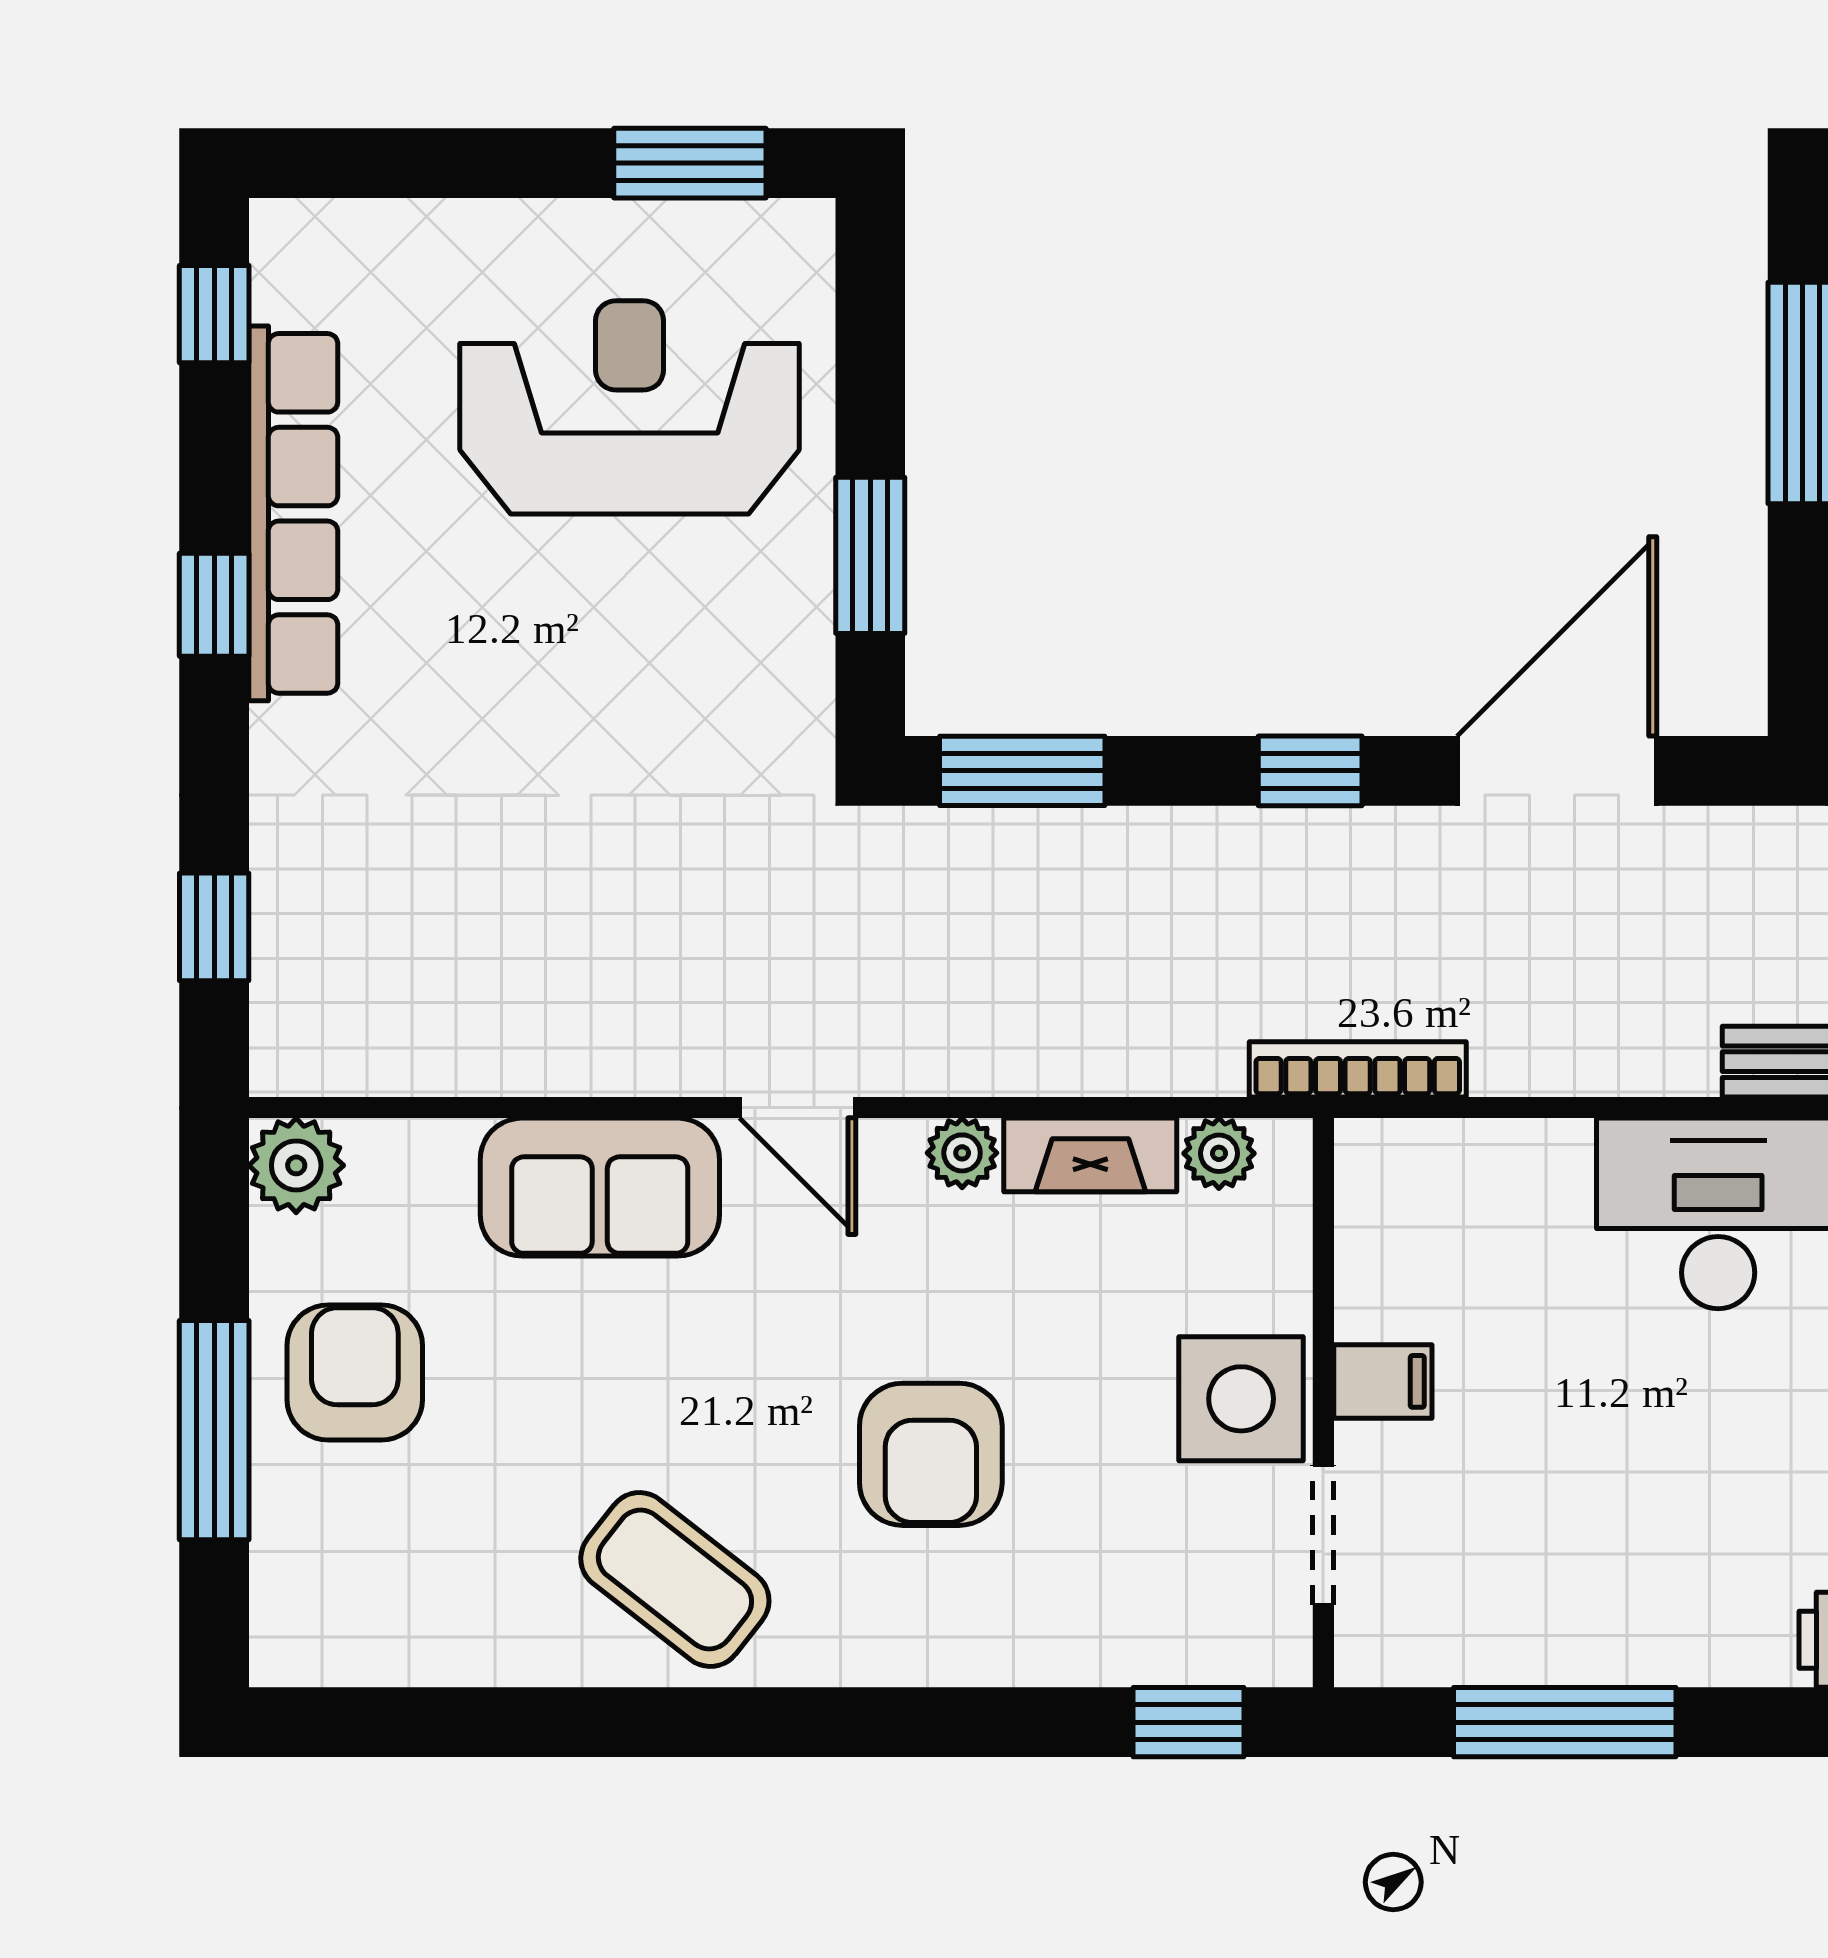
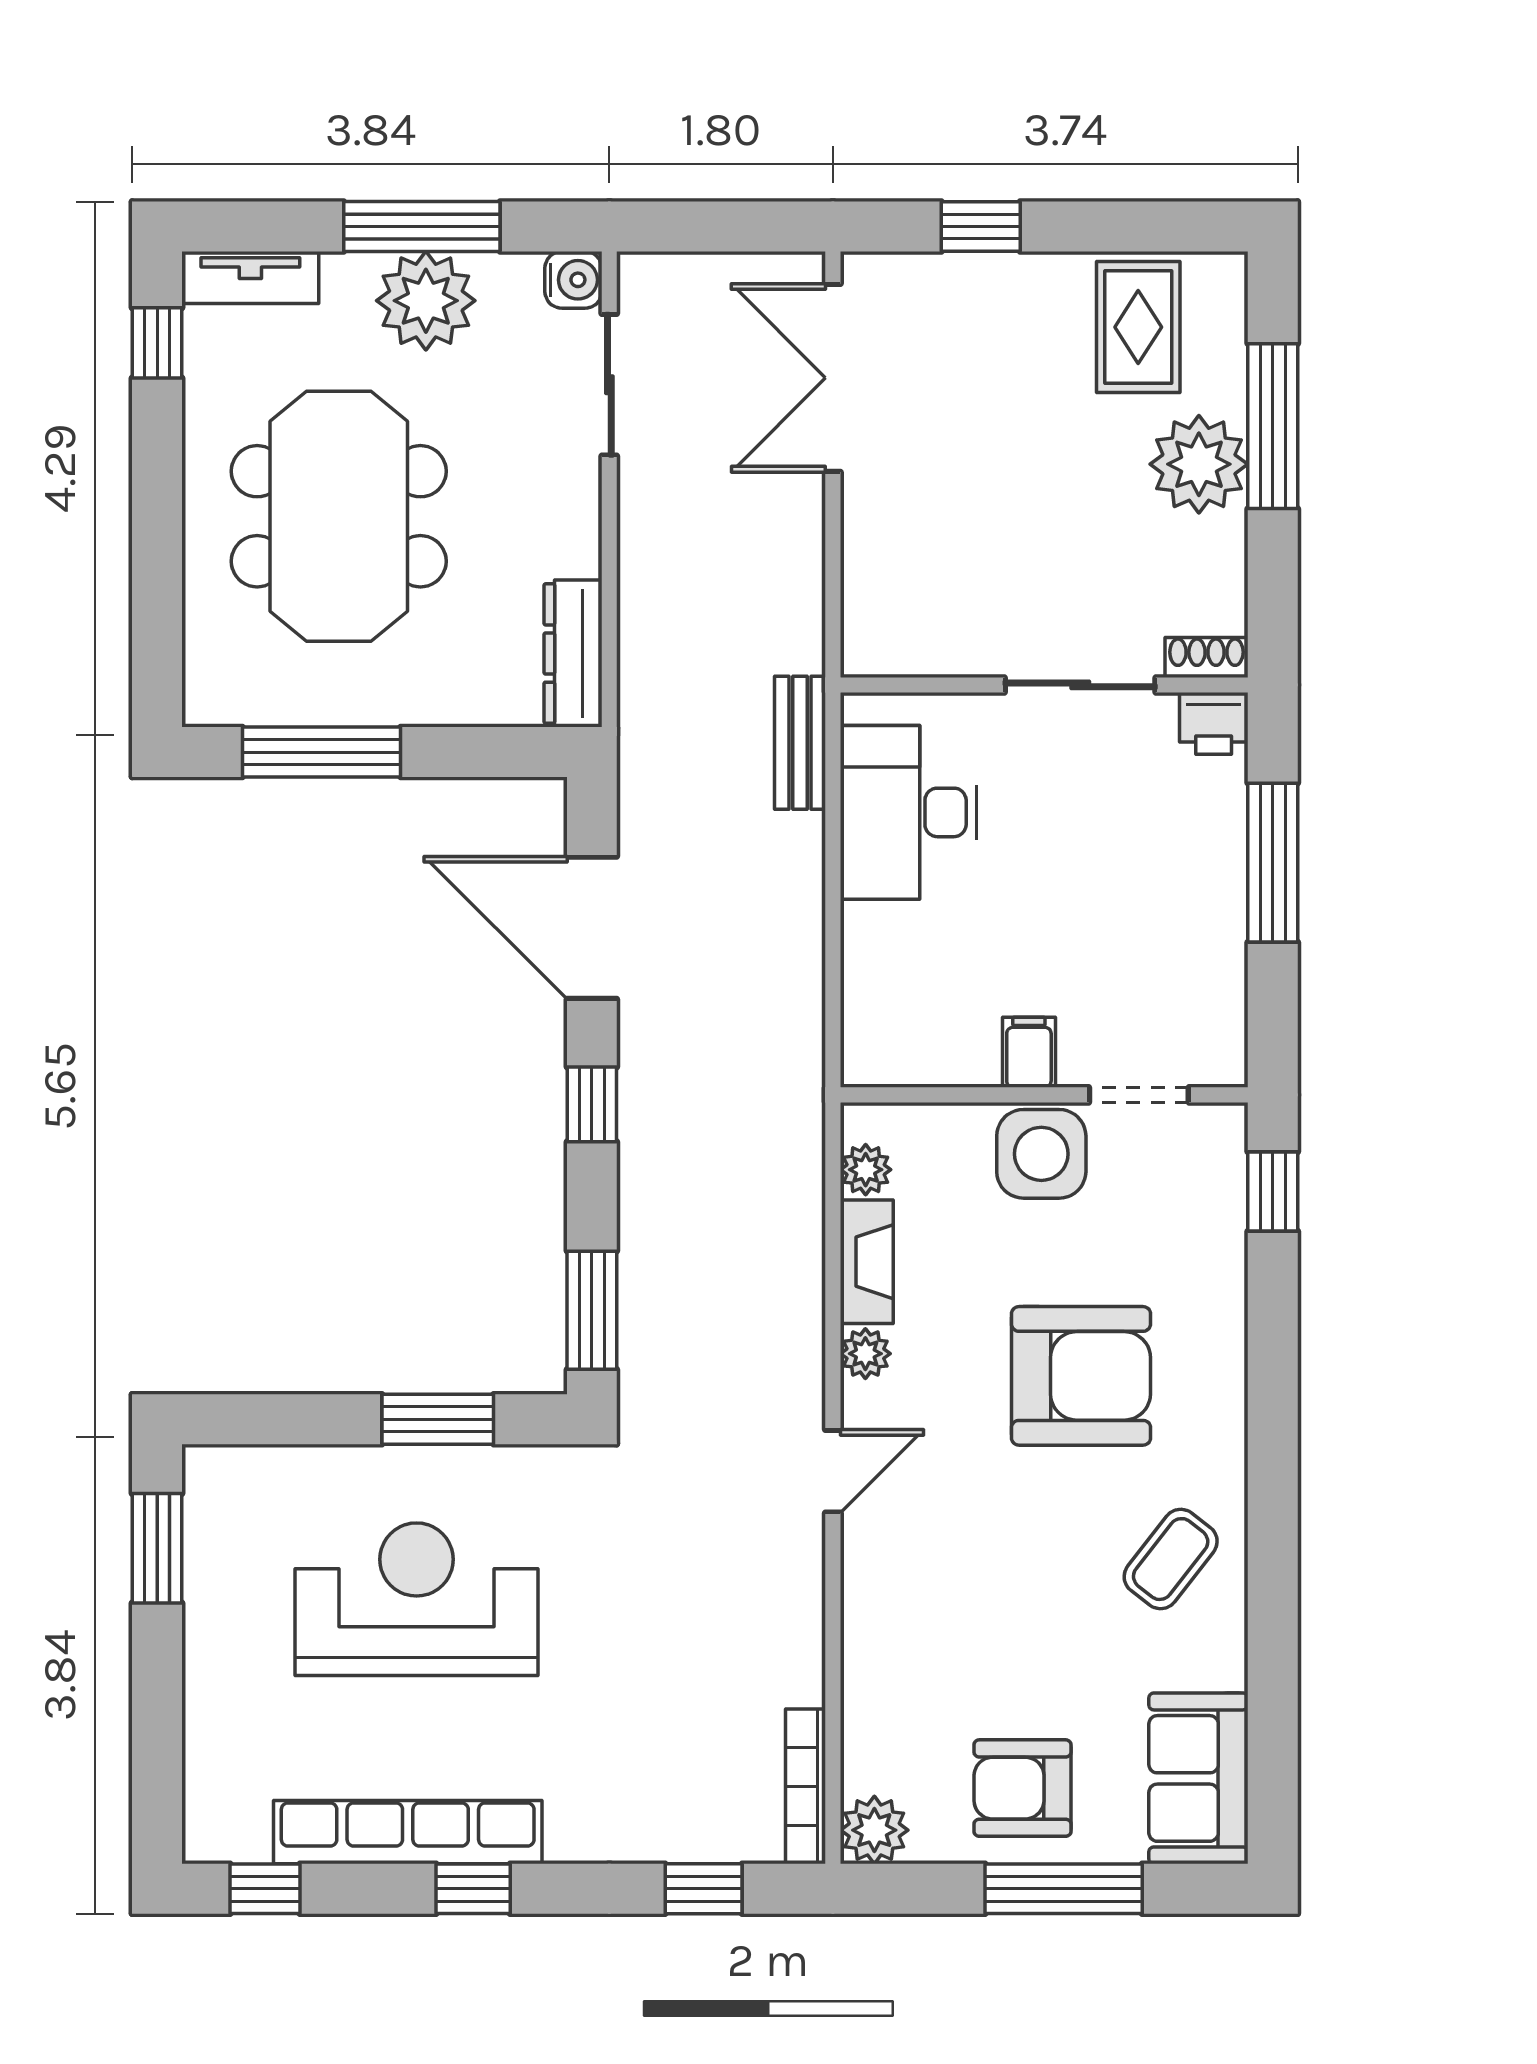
reception desk: (630, 407) -> (417, 1599), moved, turned 90
bookcase: (1358, 1069) -> (806, 1786), moved
sofa: (600, 1187) -> (1198, 1778), moved, turned 180
armchair: (931, 1454) -> (1081, 1376), width x1.36, depth x1.36
coffee table: (675, 1579) -> (1171, 1559), width x0.73, depth x0.77
window: (1565, 1722) -> (1273, 863), moved

